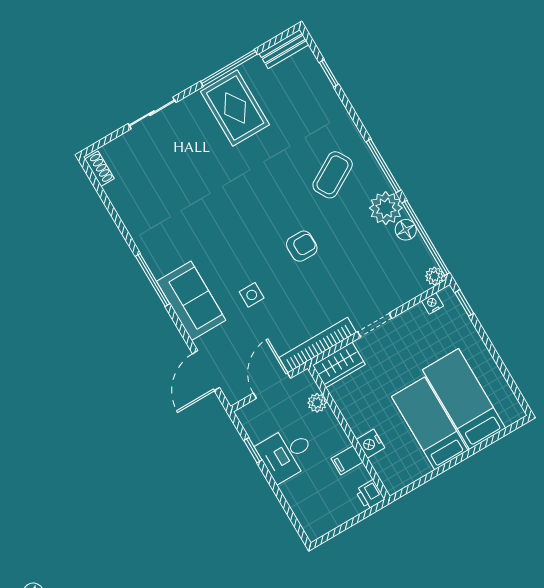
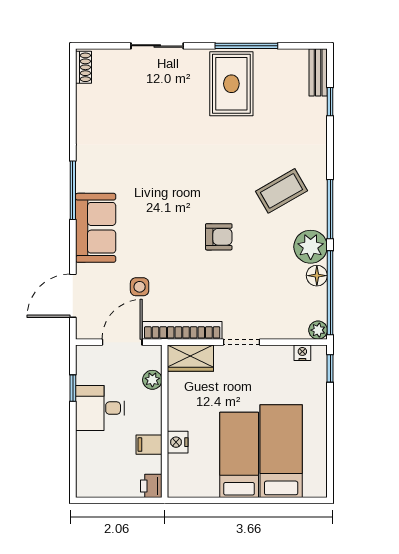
bench: (284, 49) -> (318, 72), moved, turned 90
side table: (252, 295) -> (140, 287), moved

